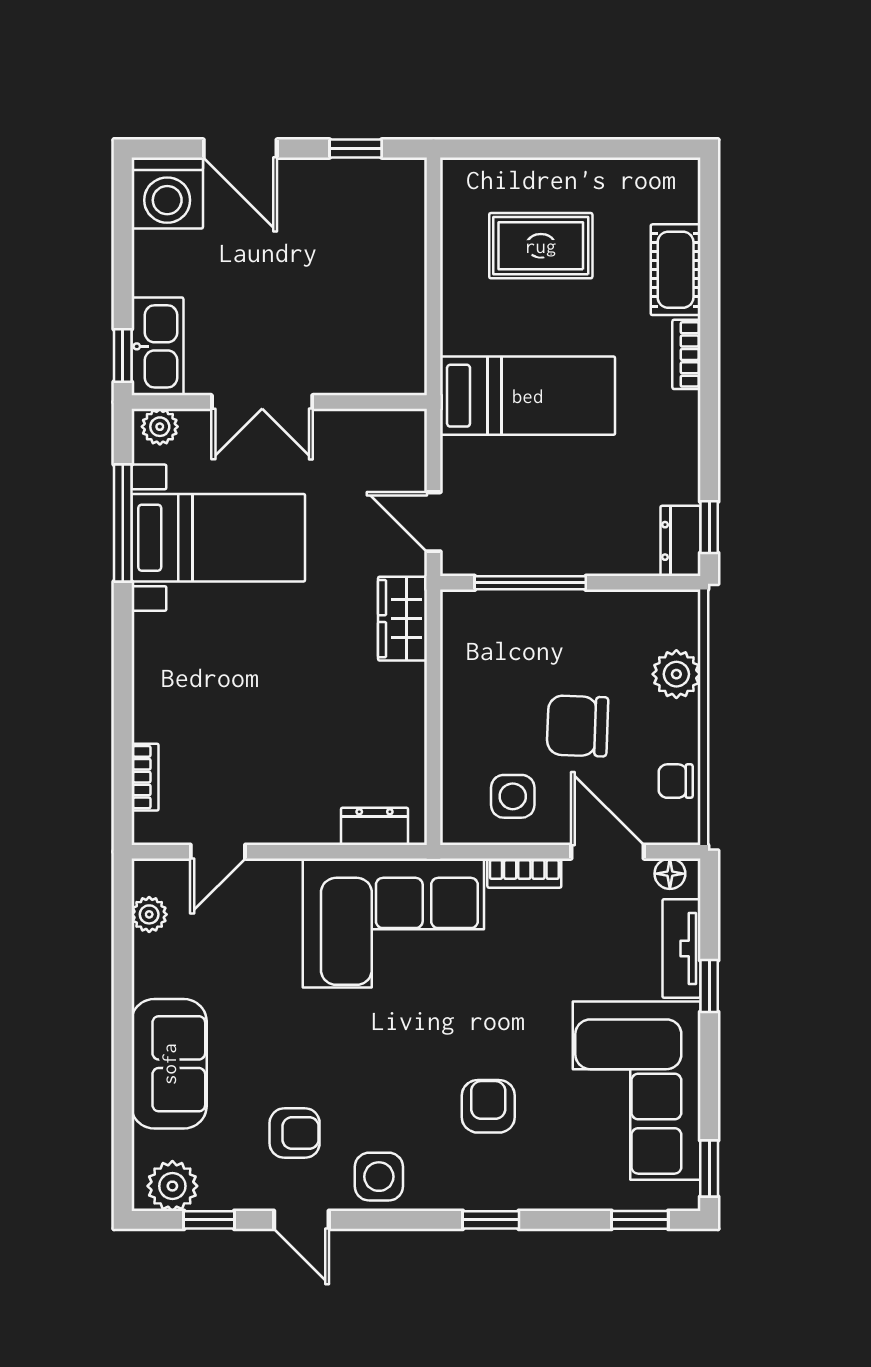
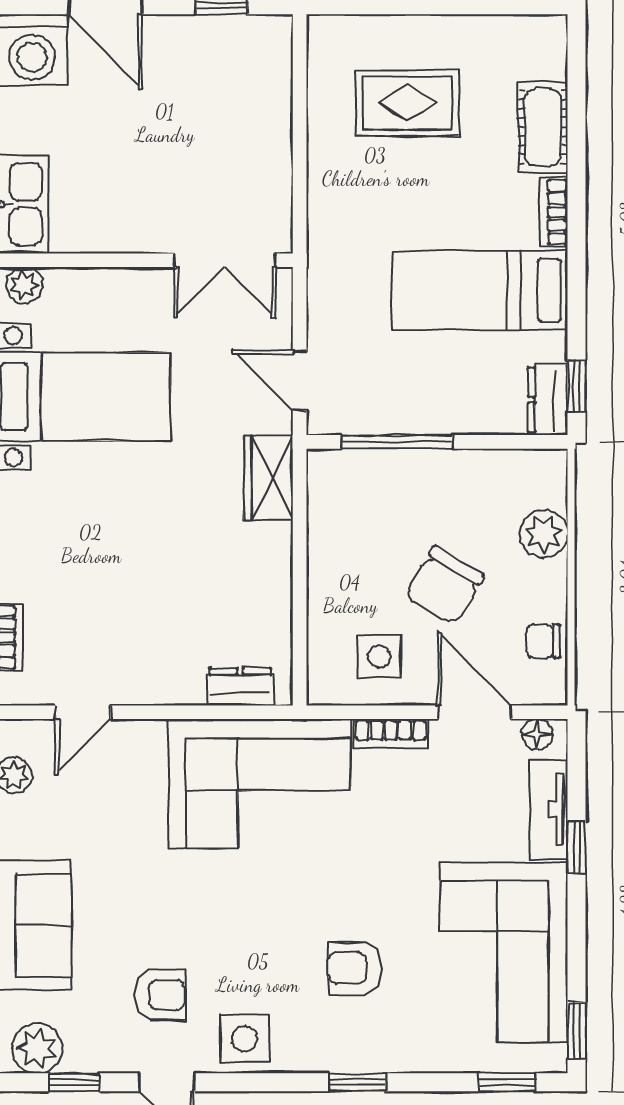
bed: (528, 396) -> (480, 290), moved, turned 180
double door: (262, 402) -> (225, 260), moved
chair: (577, 726) -> (444, 586), turned -61
armchair: (488, 1106) -> (355, 968), turned -90

